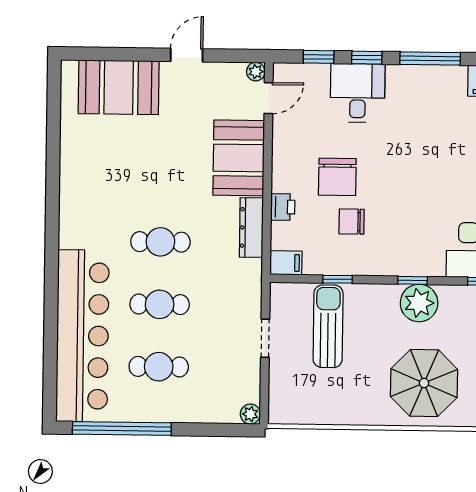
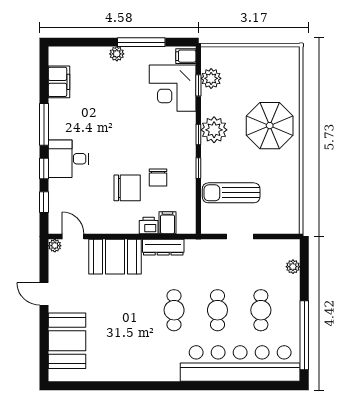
desk: (358, 93) -> (69, 159), moved
filing cabinet: (286, 263) -> (168, 223), moved
window: (338, 279) -> (198, 168), moved
plant: (250, 414) -> (293, 267), moved

